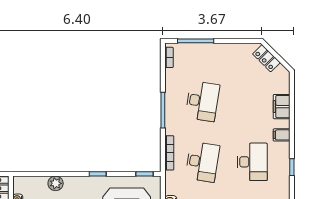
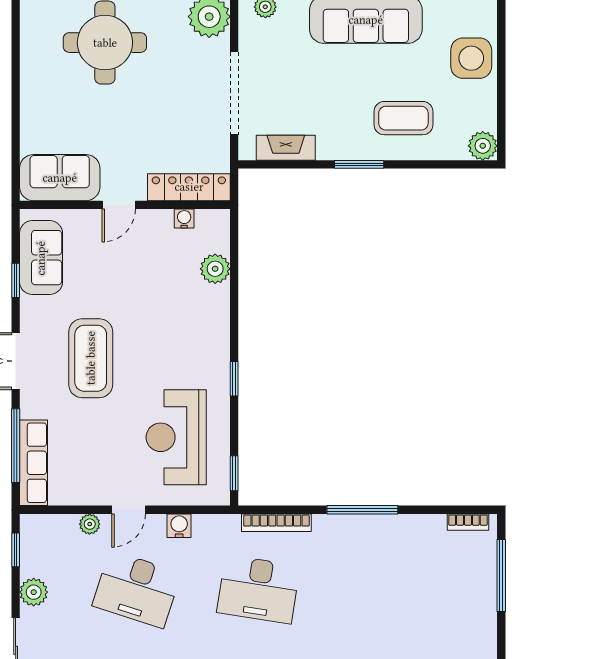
desk: (202, 101) -> (380, 589), removed
plant: (56, 183) -> (215, 269), moved

